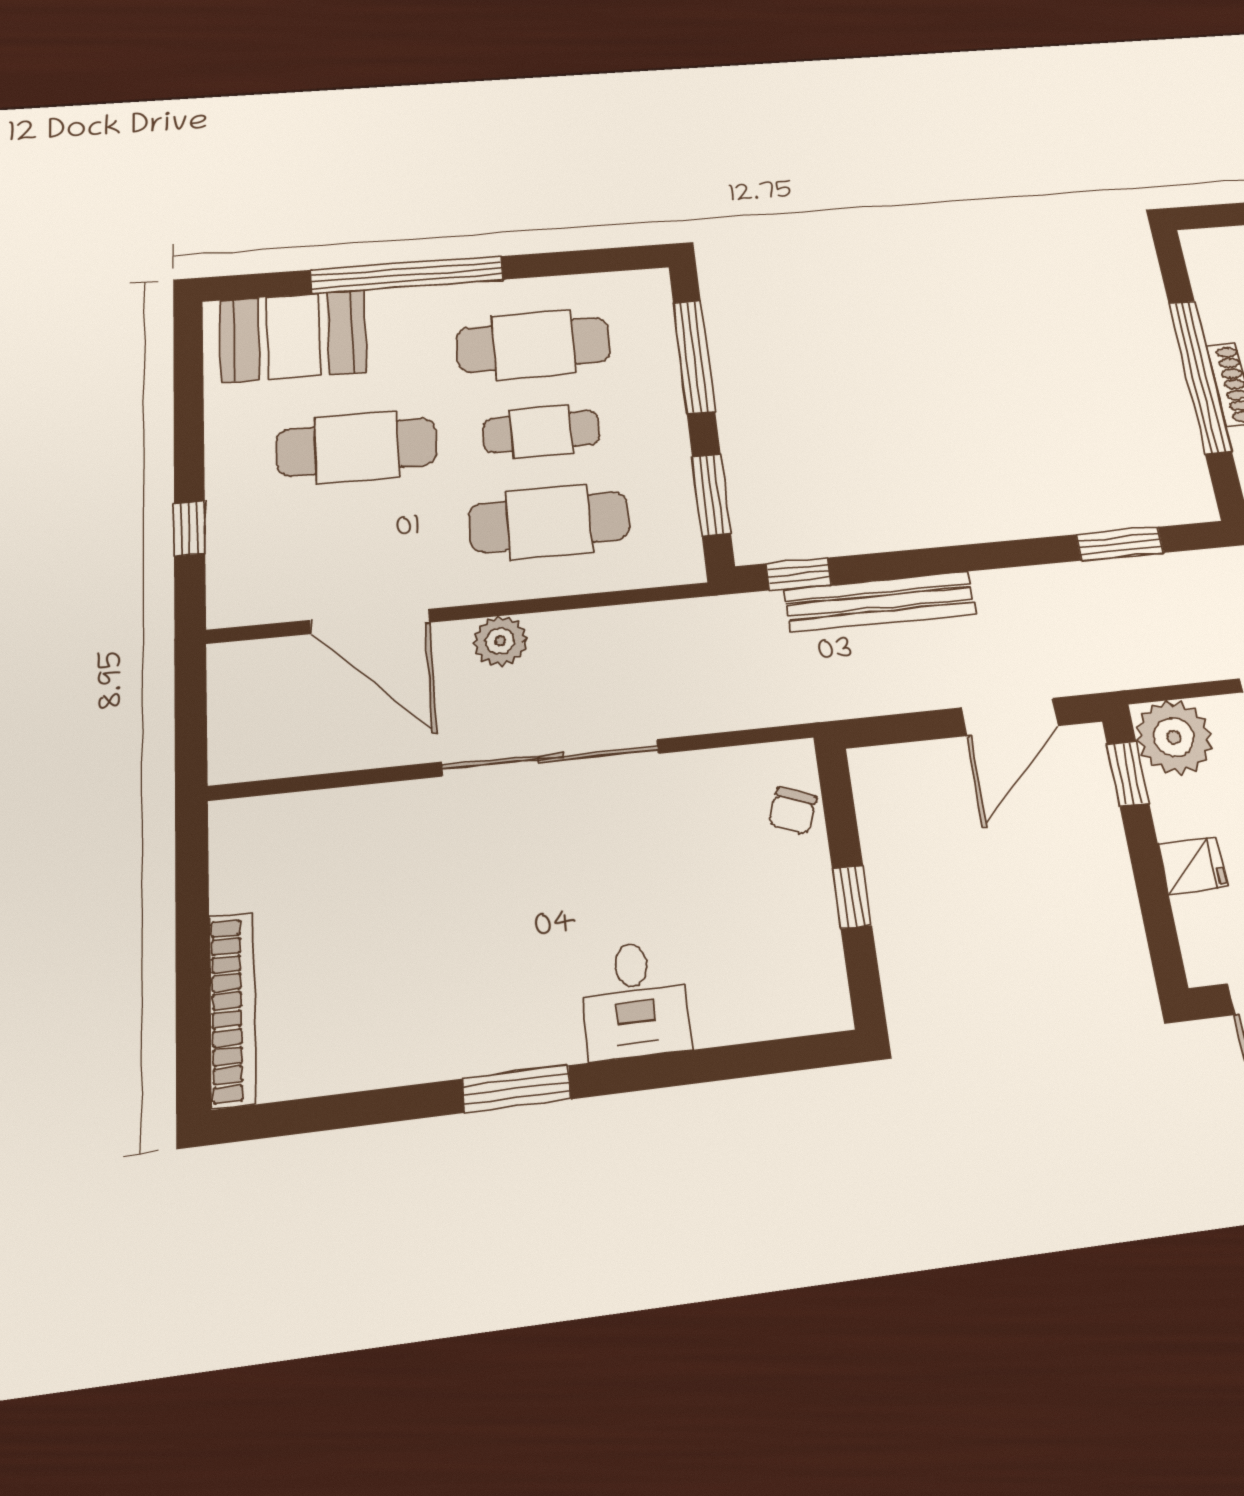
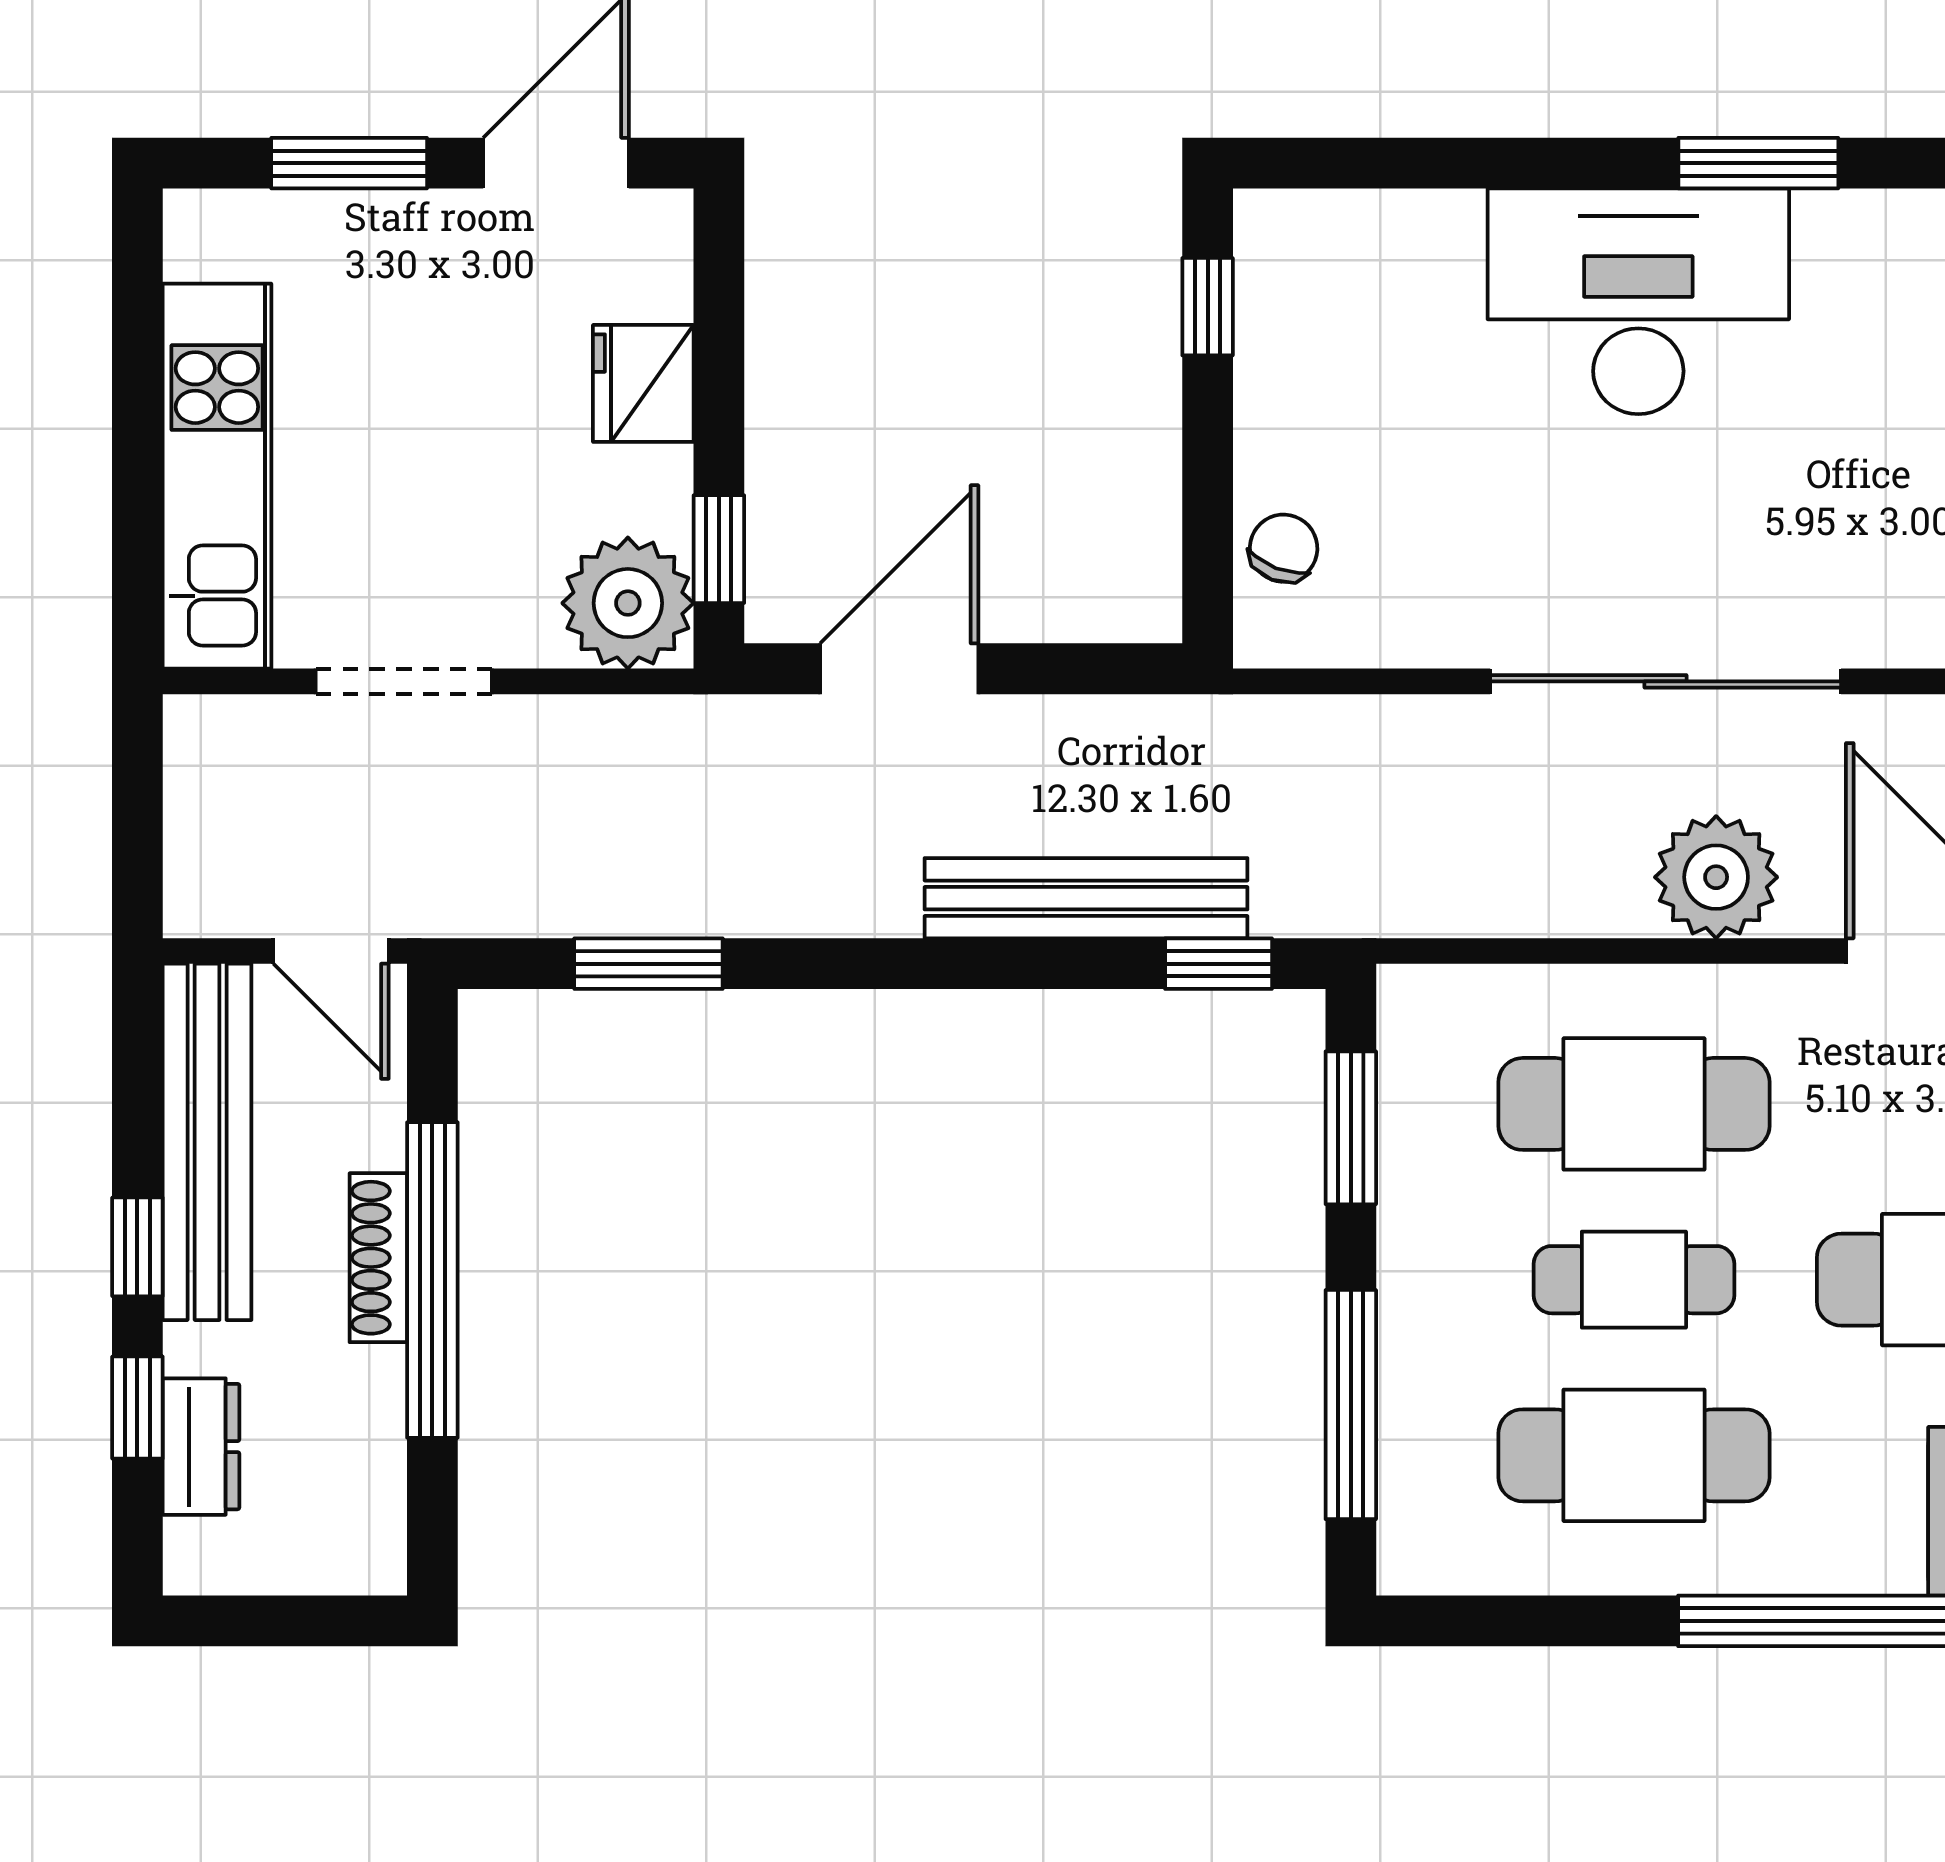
plant: (500, 641) -> (1716, 877), width x1.36, depth x1.36
fridge: (1193, 865) -> (643, 383), width x1.38
window: (852, 897) -> (1208, 307), moved
desk: (635, 1000) -> (1638, 301), width x1.87, depth x1.30

